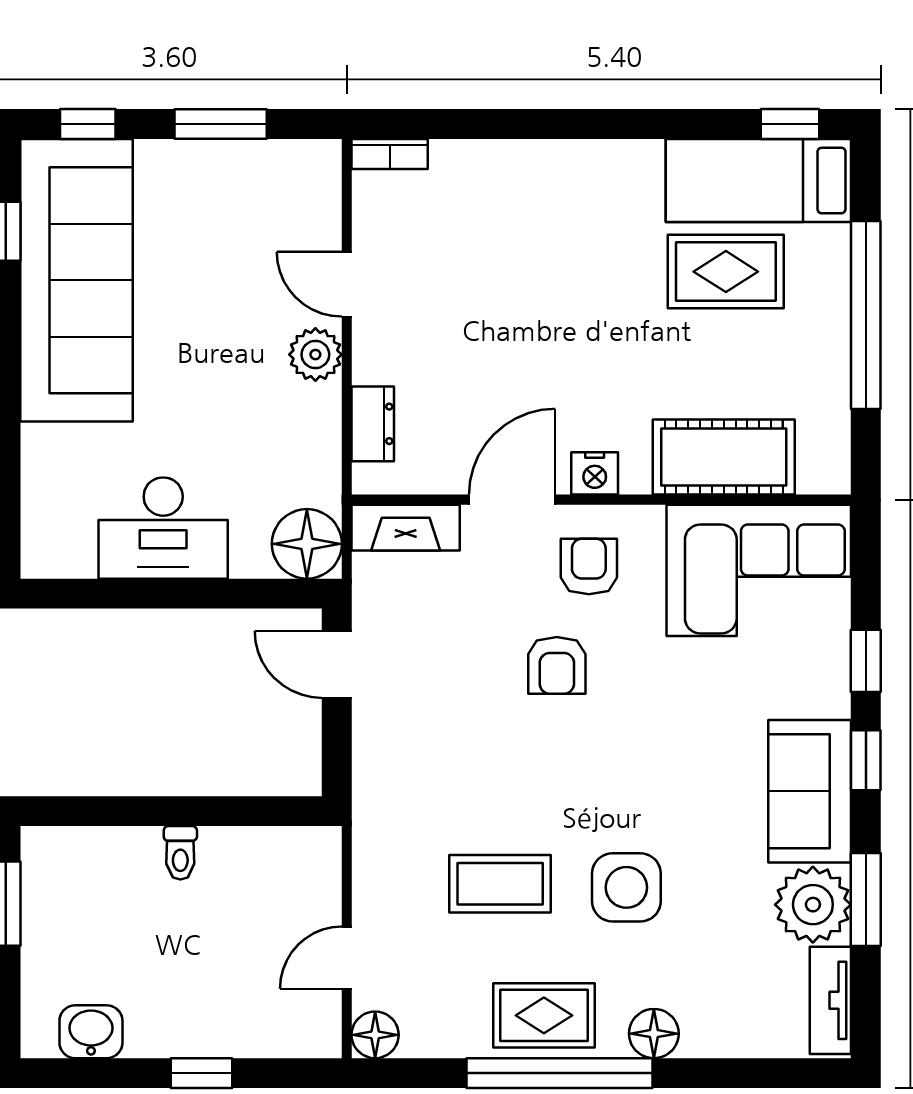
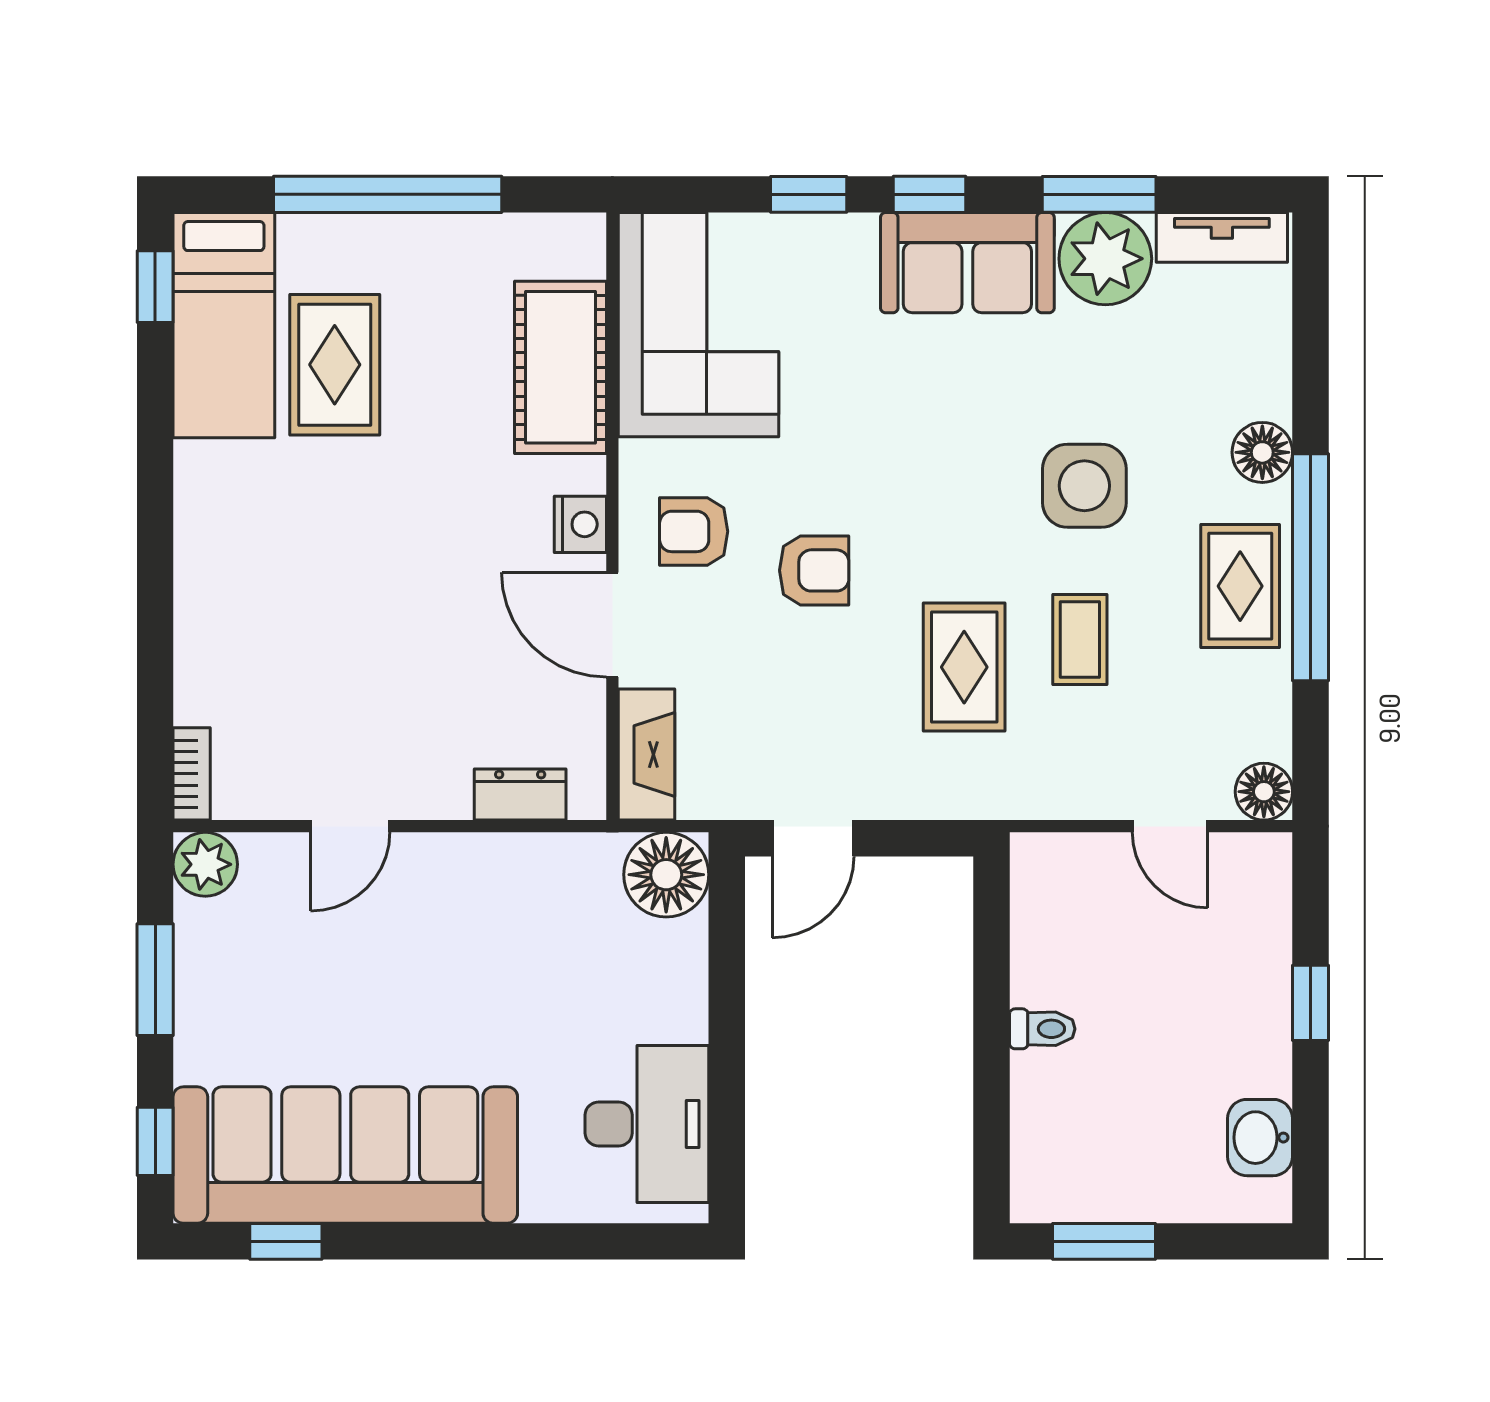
plant: (315, 355) -> (205, 864), moved
desk: (163, 528) -> (647, 1124), moved
rug: (477, 789) -> (964, 667), added
coffee table: (500, 884) -> (1080, 639), width x0.73, depth x0.77

